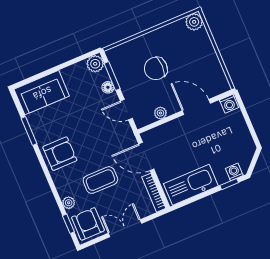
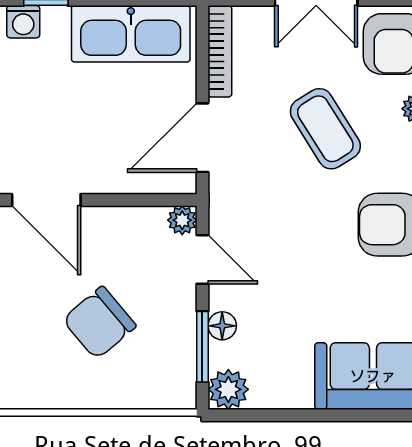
chair: (156, 68) -> (99, 323), turned 140
plant: (160, 113) -> (182, 220), moved
door: (146, 157) -> (202, 138), swing flipped
coffee table: (100, 180) -> (325, 129), turned 58

